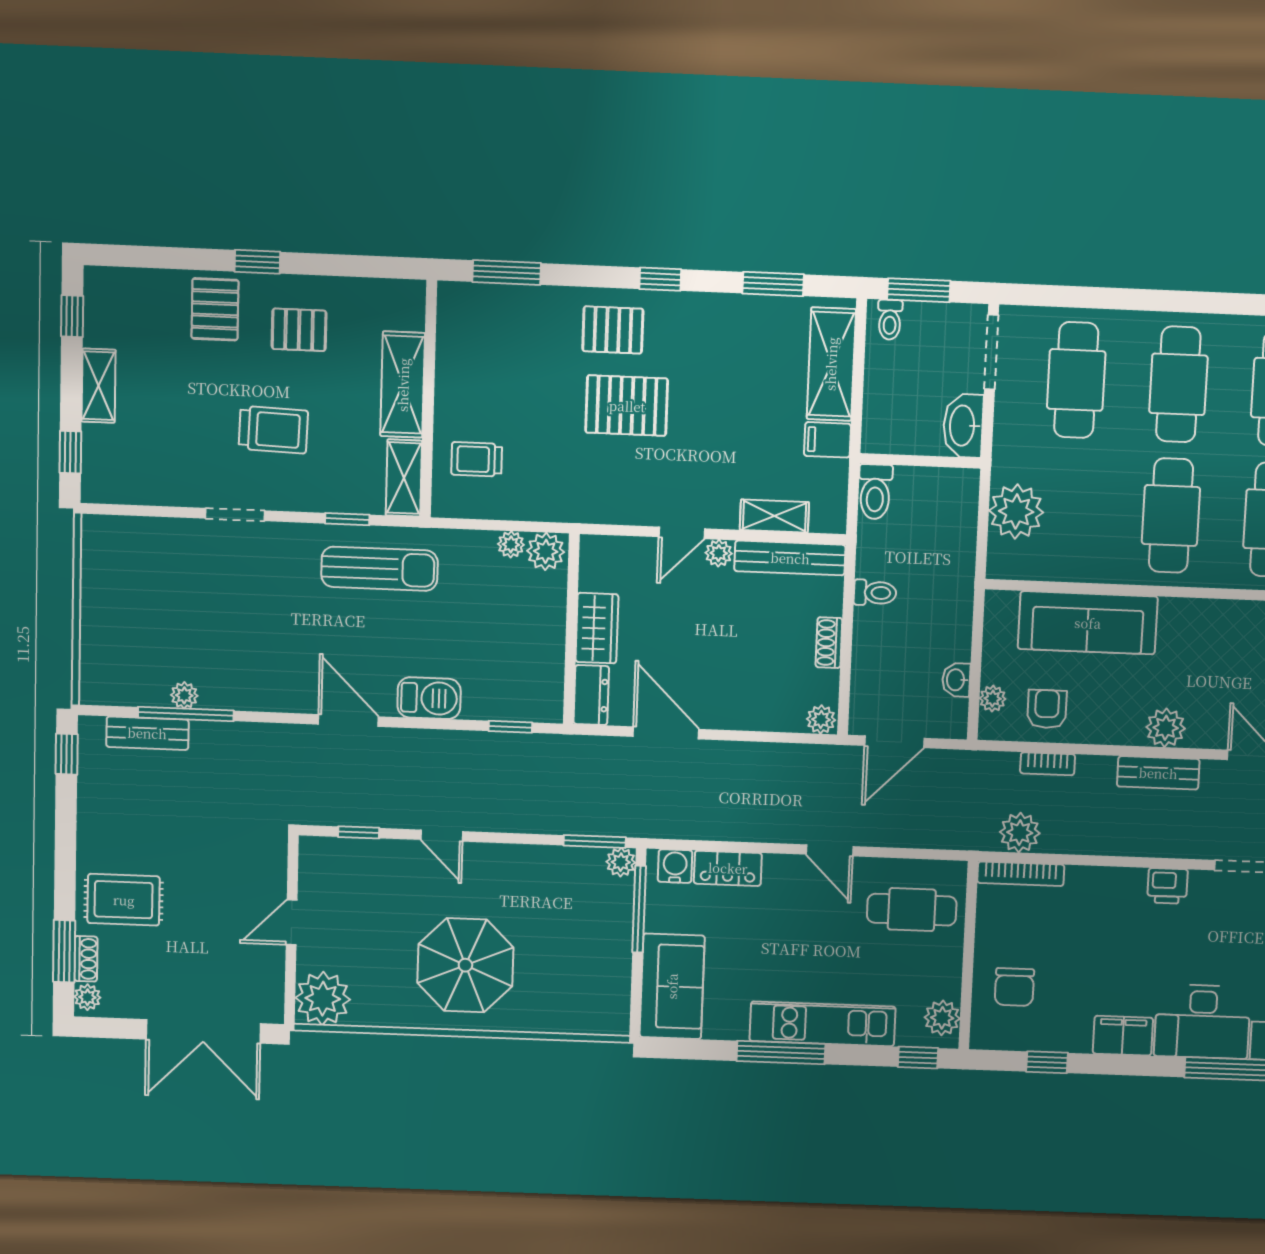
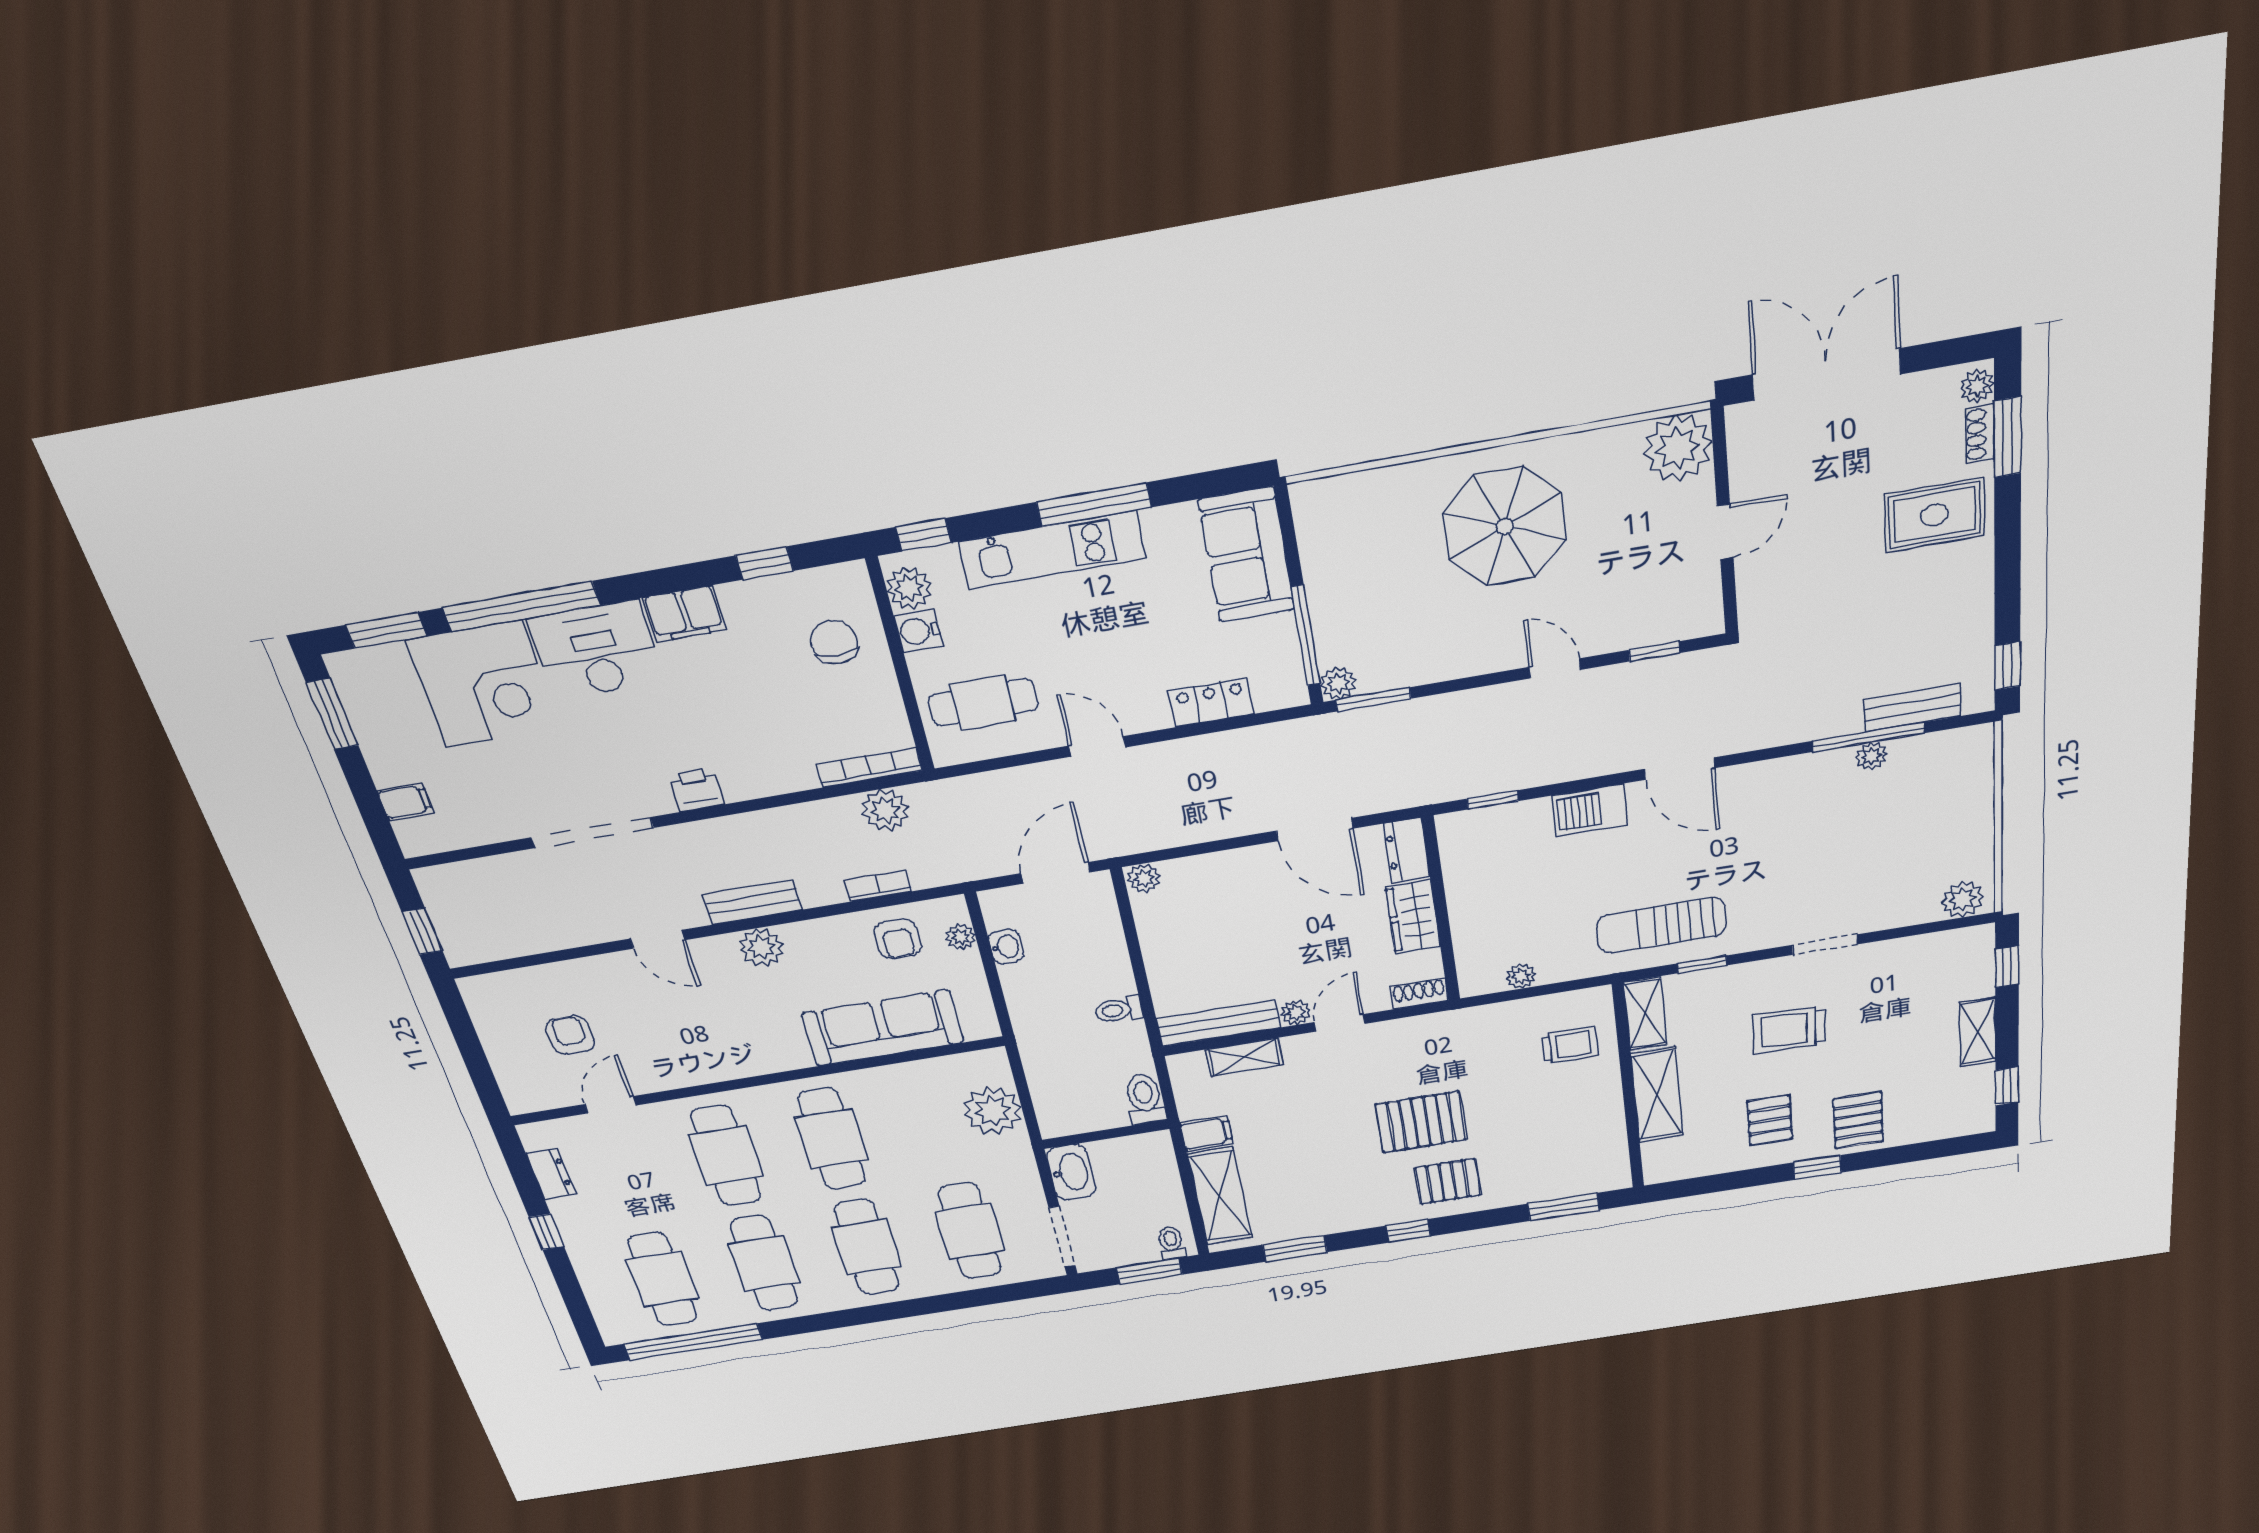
pallet: (299, 330) -> (1770, 1120), turned 90
plant: (546, 551) -> (1962, 900), moved
shoe rack: (829, 643) -> (1419, 994), moved, turned -90
water cooler: (675, 866) -> (918, 631), moved, turned 90

